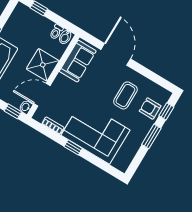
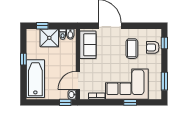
shower: (43, 65) -> (49, 38), moved
window: (151, 136) -> (164, 81), moved
window: (73, 147) -> (130, 102), moved

